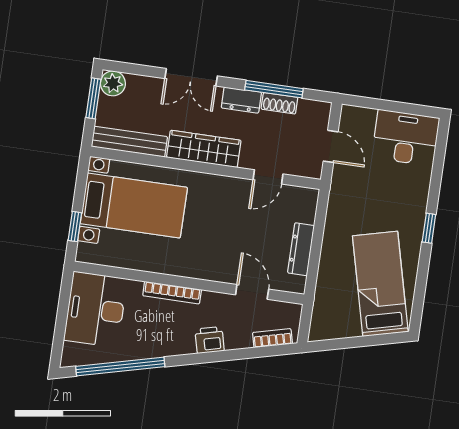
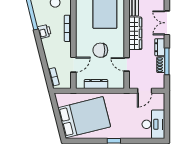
chair: (229, 229) -> (100, 50), added
bed: (380, 284) -> (84, 117), width x1.50
printer: (210, 340) -> (44, 31), moved

